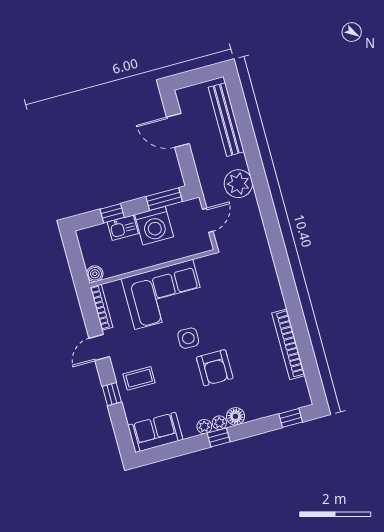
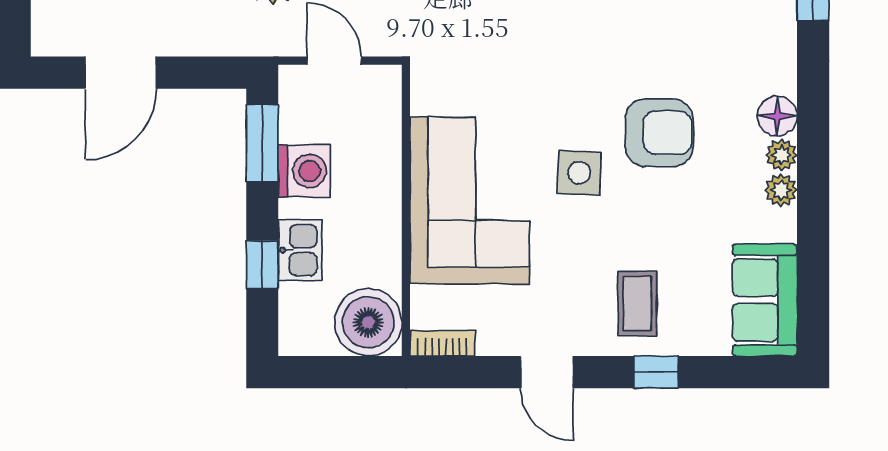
washing machine: (154, 226) -> (304, 171), width x0.73, depth x0.73
boiler: (95, 274) -> (368, 322), width x1.86, depth x1.86
bookcase: (102, 307) -> (442, 343), width x0.64
window: (219, 437) -> (813, 166), removed

